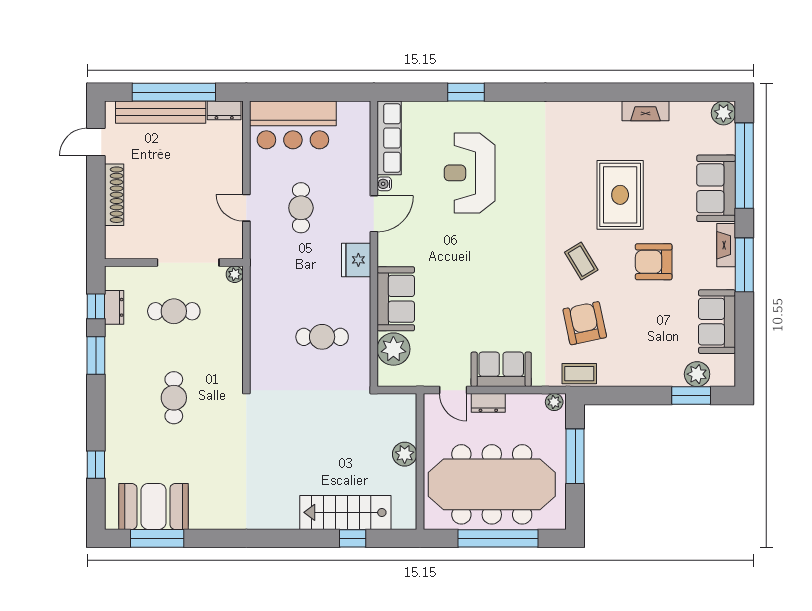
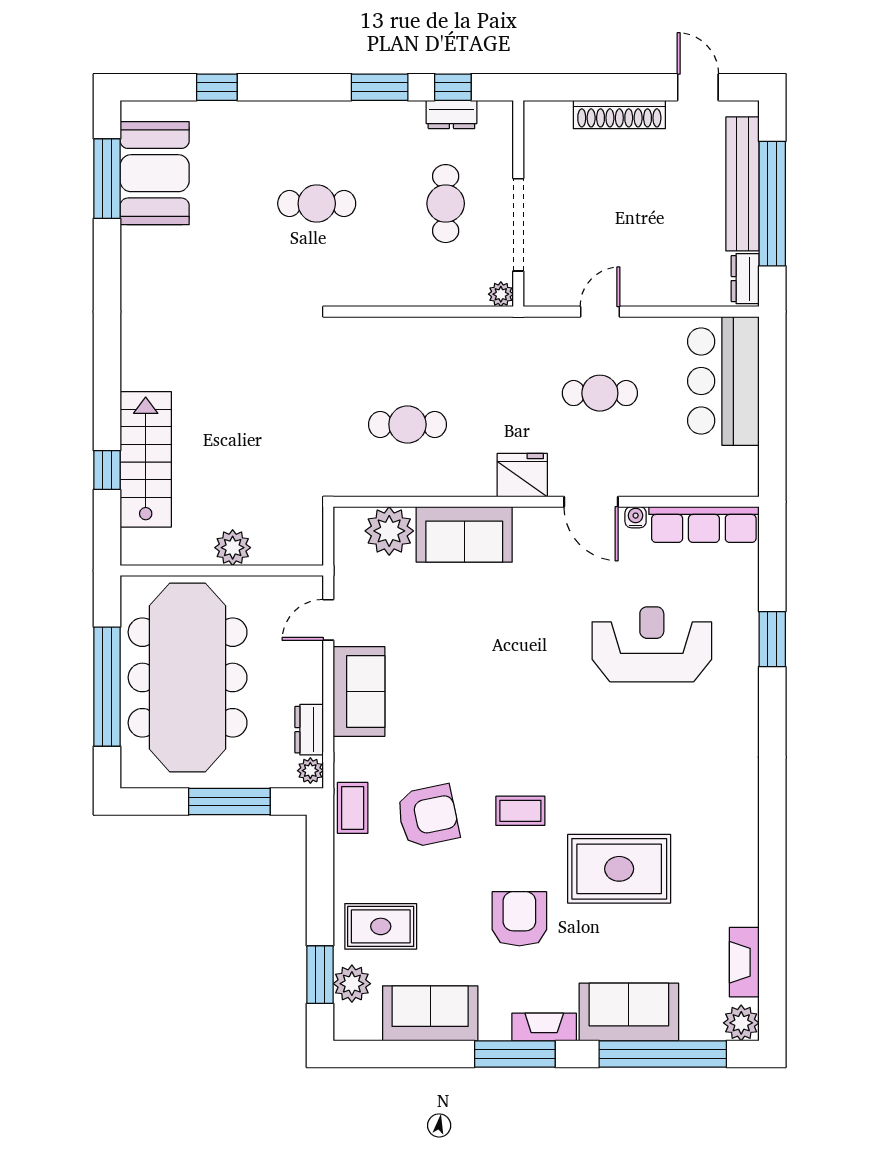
fireplace: (645, 111) -> (744, 962), moved
coffee table: (581, 261) -> (520, 811), turned 31
cafe table: (322, 337) -> (407, 424), turned 90
rug: (659, 355) -> (381, 926), added
dresser: (488, 403) -> (309, 730), moved

